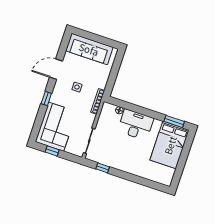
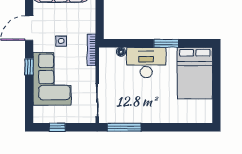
window: (174, 121) -> (166, 43), moved
corner sofa: (56, 127) -> (52, 79), moved
window: (103, 168) -> (124, 127), width x2.17

